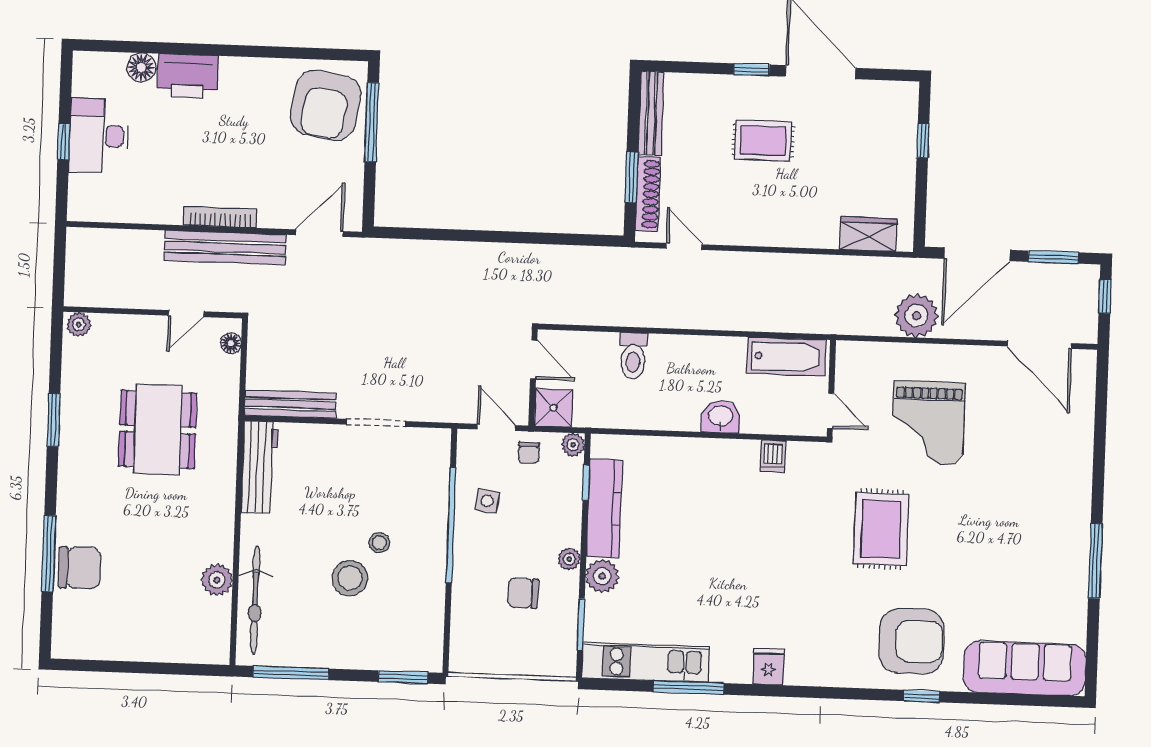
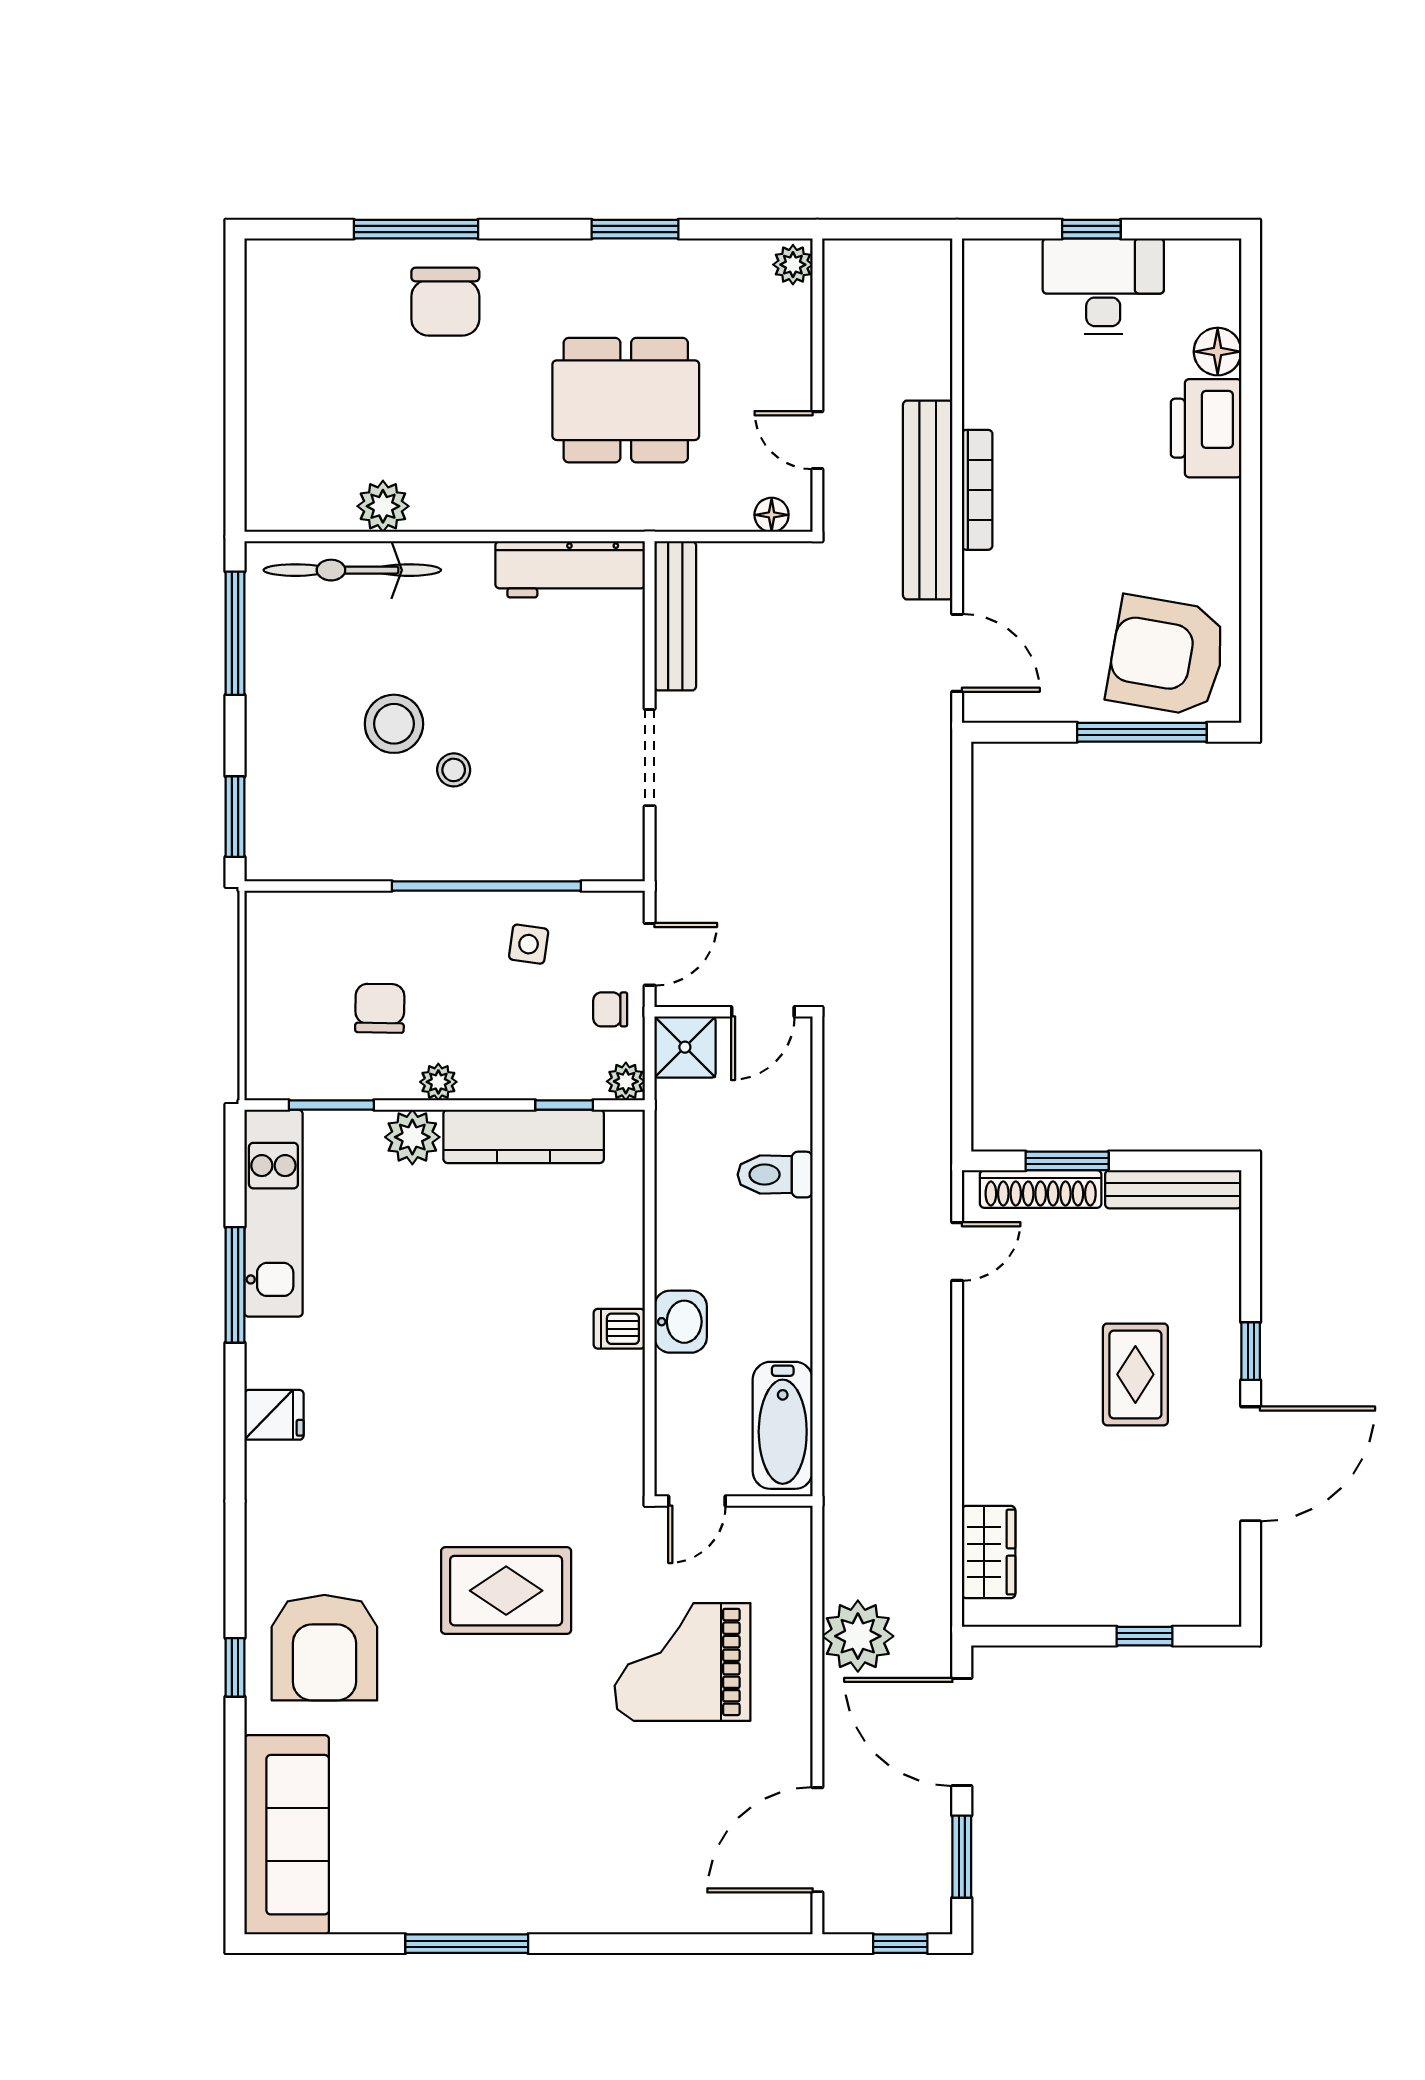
dishwasher: (773, 456) -> (619, 1329), moved
chair: (80, 568) -> (445, 302), moved

